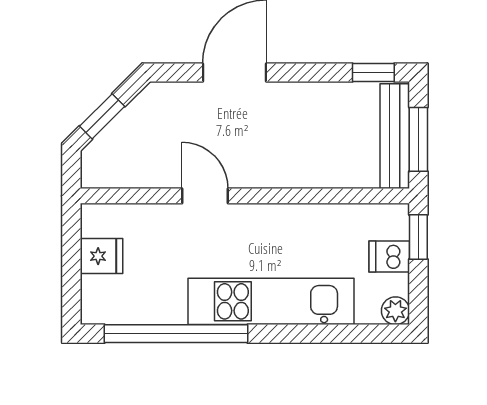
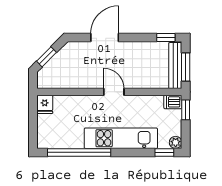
door: (205, 196) -> (114, 92), moved
fridge: (101, 256) -> (45, 104), moved, turned 90
dishwasher: (389, 256) -> (173, 102), moved
window: (370, 334) -> (164, 152), added

